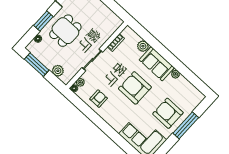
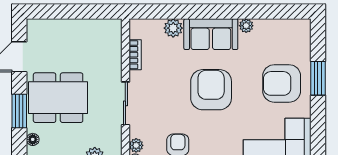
dining table: (65, 31) -> (58, 98), width x1.38
armchair: (135, 88) -> (211, 90), turned 90
window: (186, 125) -> (318, 78), width x0.69

